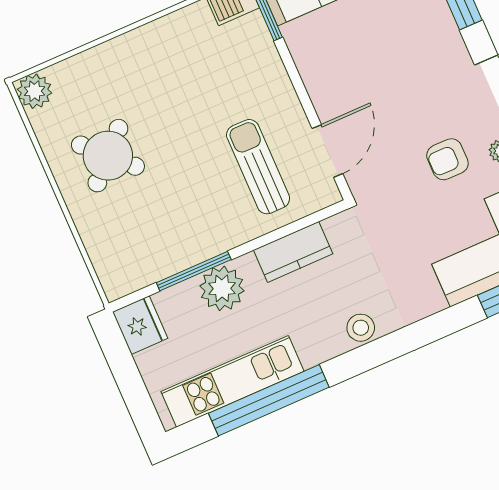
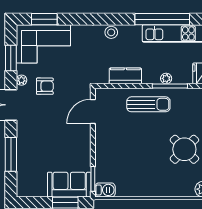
sun lounger: (258, 167) -> (148, 104), moved, turned -90
plant: (222, 288) -> (166, 78), width x0.53, depth x0.53

